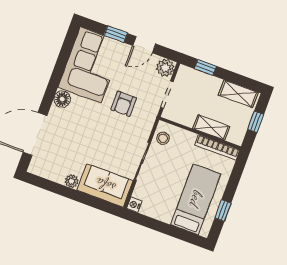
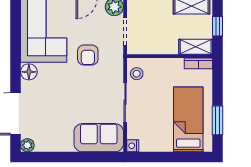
shelving: (211, 127) -> (196, 47), moved
bookcase: (217, 147) -> (198, 63), width x0.64
plant: (72, 181) -> (27, 145), moved
window: (223, 210) -> (218, 120), width x1.50

